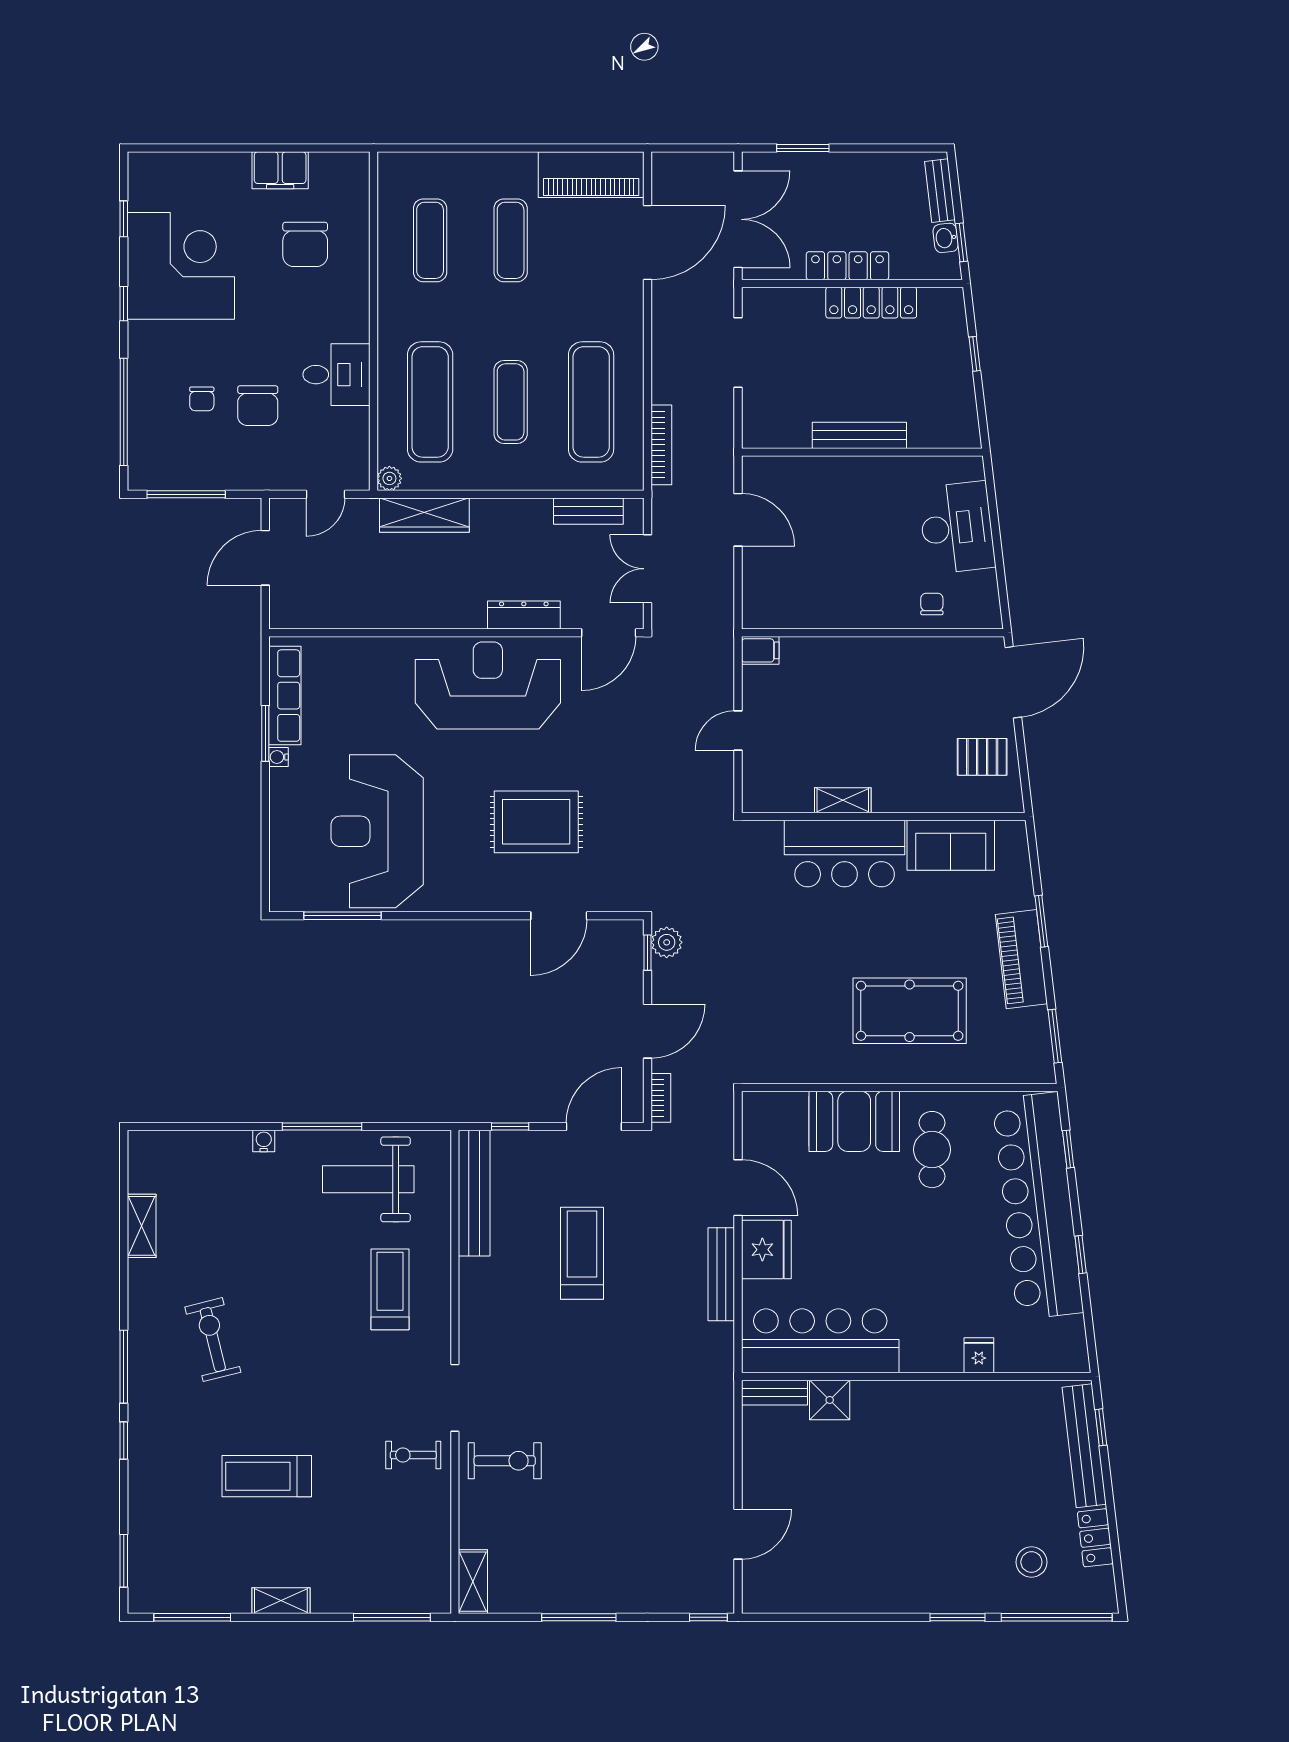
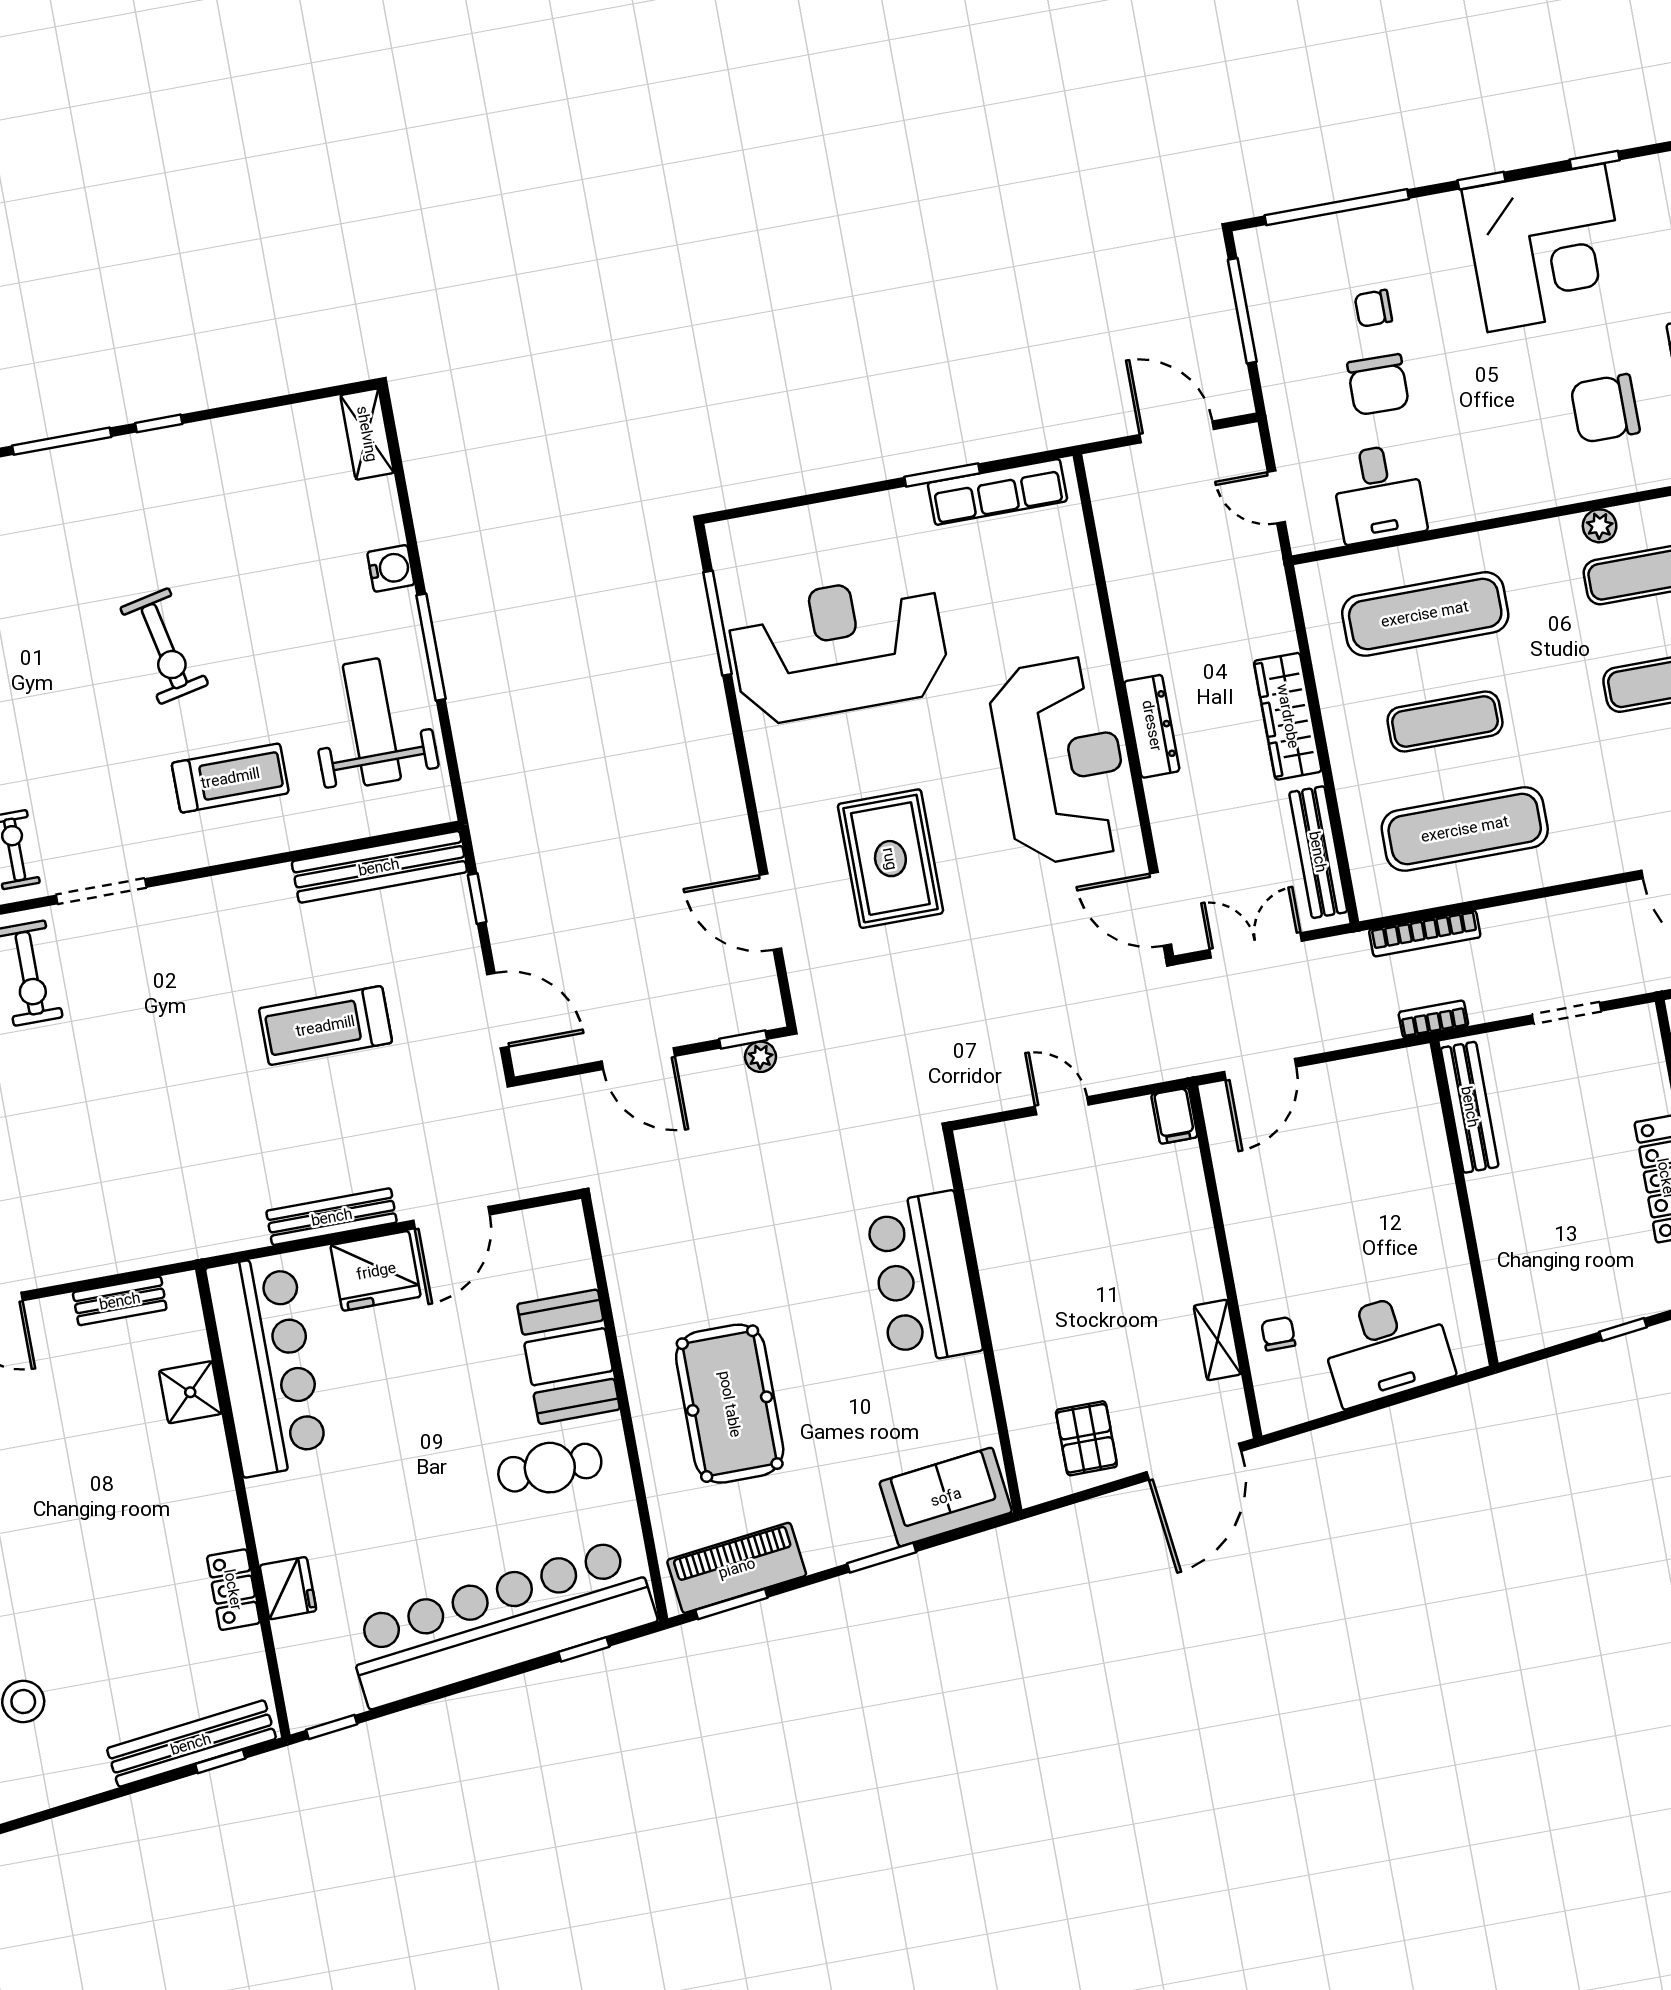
doorway: (738, 352) -> (1567, 1013), width x0.73
desk: (337, 375) -> (1379, 493), moved
chair: (258, 406) -> (1378, 385), turned -89
bench: (859, 435) -> (1470, 1107), moved
plant: (389, 478) -> (1600, 526), moved
bench: (588, 511) -> (1318, 852), width x1.36
wardrobe: (424, 515) -> (1288, 716), moved
door: (738, 520) -> (1260, 1069), moved
chair: (932, 604) -> (1278, 1334), turned -90
dresser: (524, 615) -> (1152, 726), moved
door: (1013, 682) -> (1194, 1462), hinge flipped
water cooler: (278, 757) -> (914, 498), removed
shelving: (843, 800) -> (1217, 1340), moved
sofa: (951, 845) -> (946, 1497), moved, turned 83
plant: (667, 942) -> (761, 1057), width x0.73, depth x0.73
piano: (1021, 959) -> (737, 1568), moved
bookcase: (661, 1098) -> (1433, 1019), moved, turned 180
water cooler: (264, 1141) -> (391, 568), width x1.38, depth x1.38
shelving: (142, 1226) -> (367, 434), moved, turned 90
treadmill: (582, 1253) -> (325, 1026), turned 180
window: (1081, 1255) -> (332, 1727), moved
window: (124, 1294) -> (159, 423), added
exercise bike: (213, 1340) -> (164, 646), moved, turned 92
fridge: (979, 1355) -> (288, 1588), width x1.38
bench: (774, 1393) -> (120, 1301), moved, turned 90
locker: (1095, 1538) -> (233, 1590), moved, turned -83

